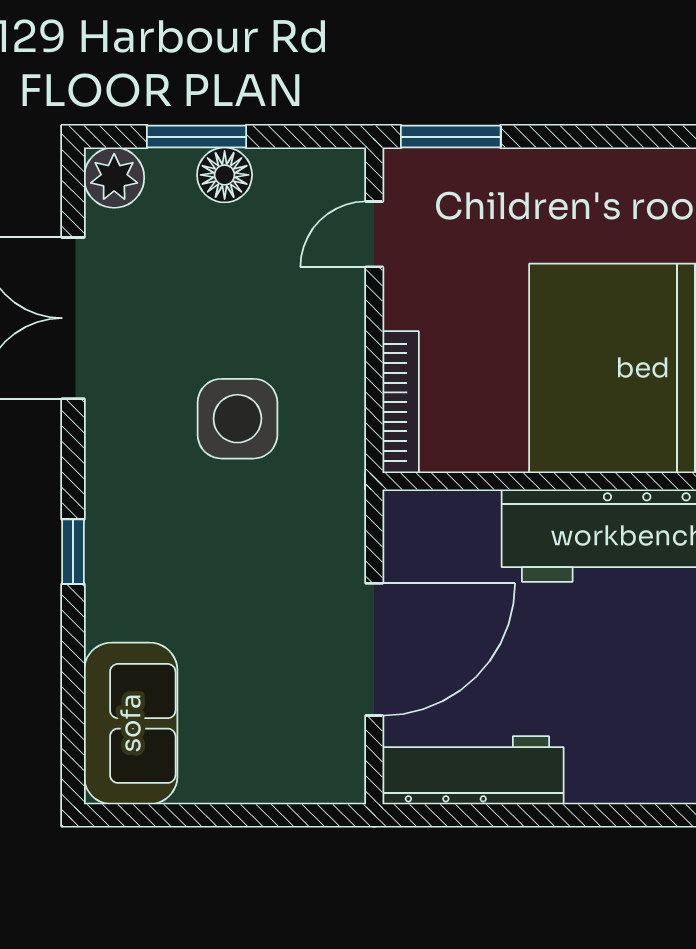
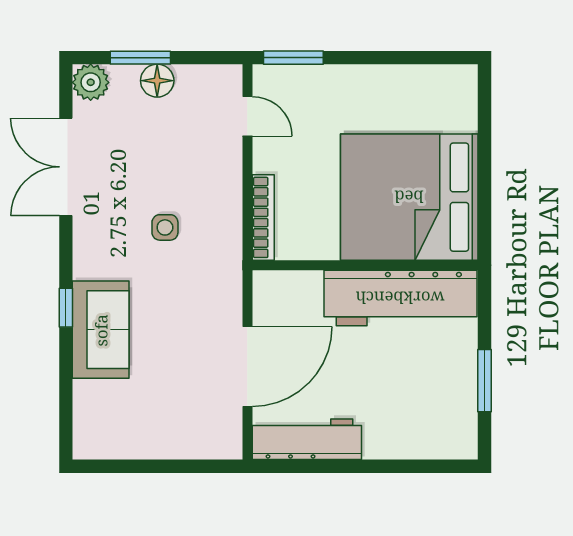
door: (374, 234) -> (247, 116), swing flipped
side table: (237, 419) -> (165, 227), width x0.54, depth x0.54
sofa: (131, 723) -> (101, 330), moved

